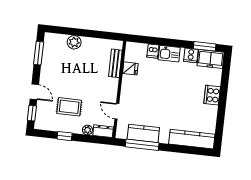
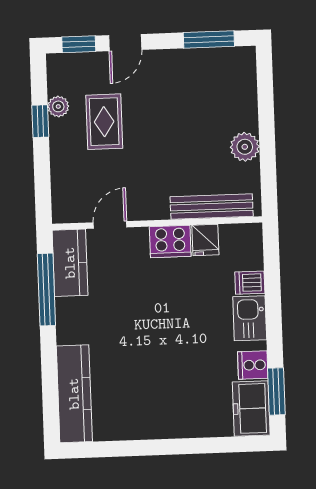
plant: (74, 42) -> (245, 147), moved
bench: (115, 63) -> (212, 206), width x1.36
cooker: (212, 95) -> (170, 241), moved, turned 180
plant: (87, 130) -> (58, 106), moved
dresser: (103, 131) -> (63, 202), removed
kitchen counter: (143, 133) -> (70, 263), moved

